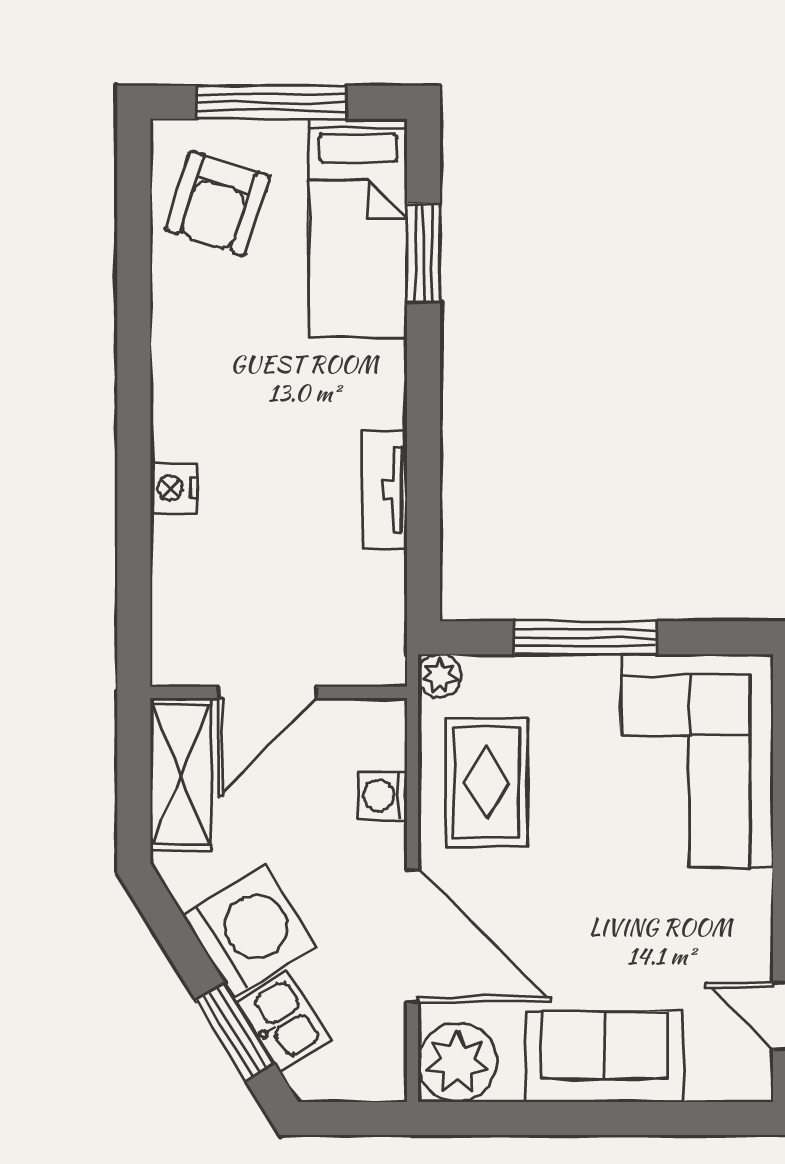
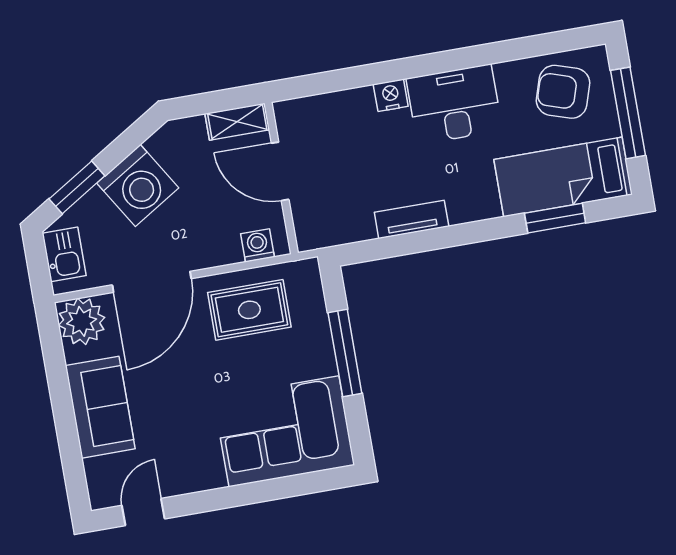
desk: (207, 386) -> (454, 104), added
plant: (440, 676) -> (308, 271), removed
shelving: (181, 774) -> (237, 122), width x0.67, depth x0.75
washing machine: (383, 796) -> (258, 245), moved
kitchen sink: (283, 1021) -> (64, 254), moved, turned -58

